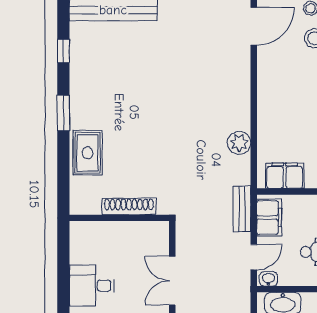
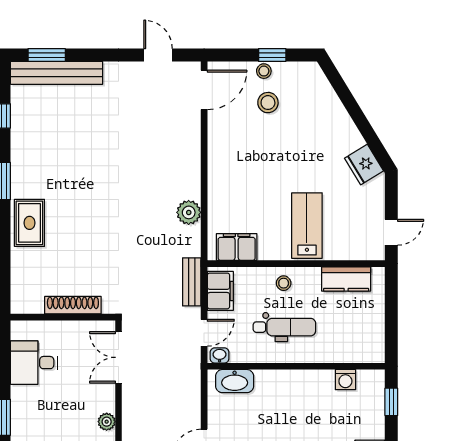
shoe rack: (129, 207) -> (73, 305), moved
wall: (119, 218) -> (63, 317), moved

